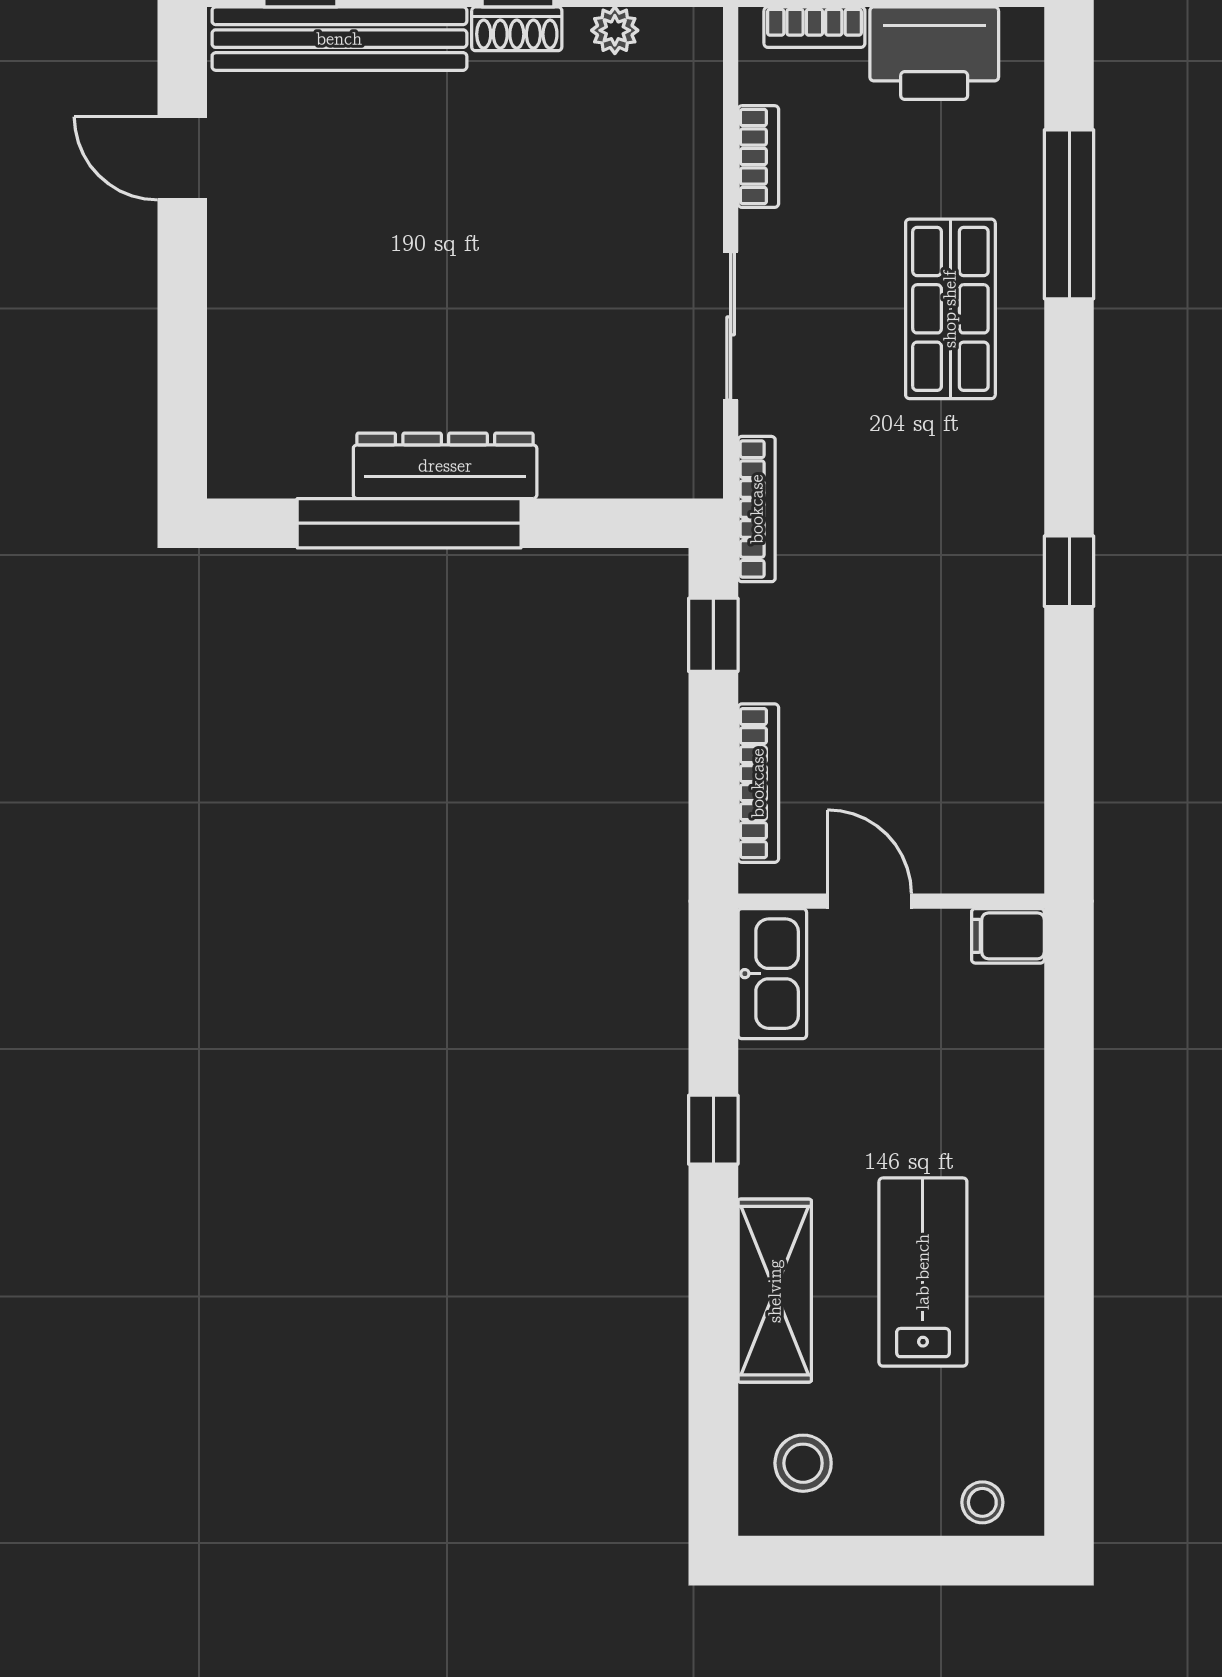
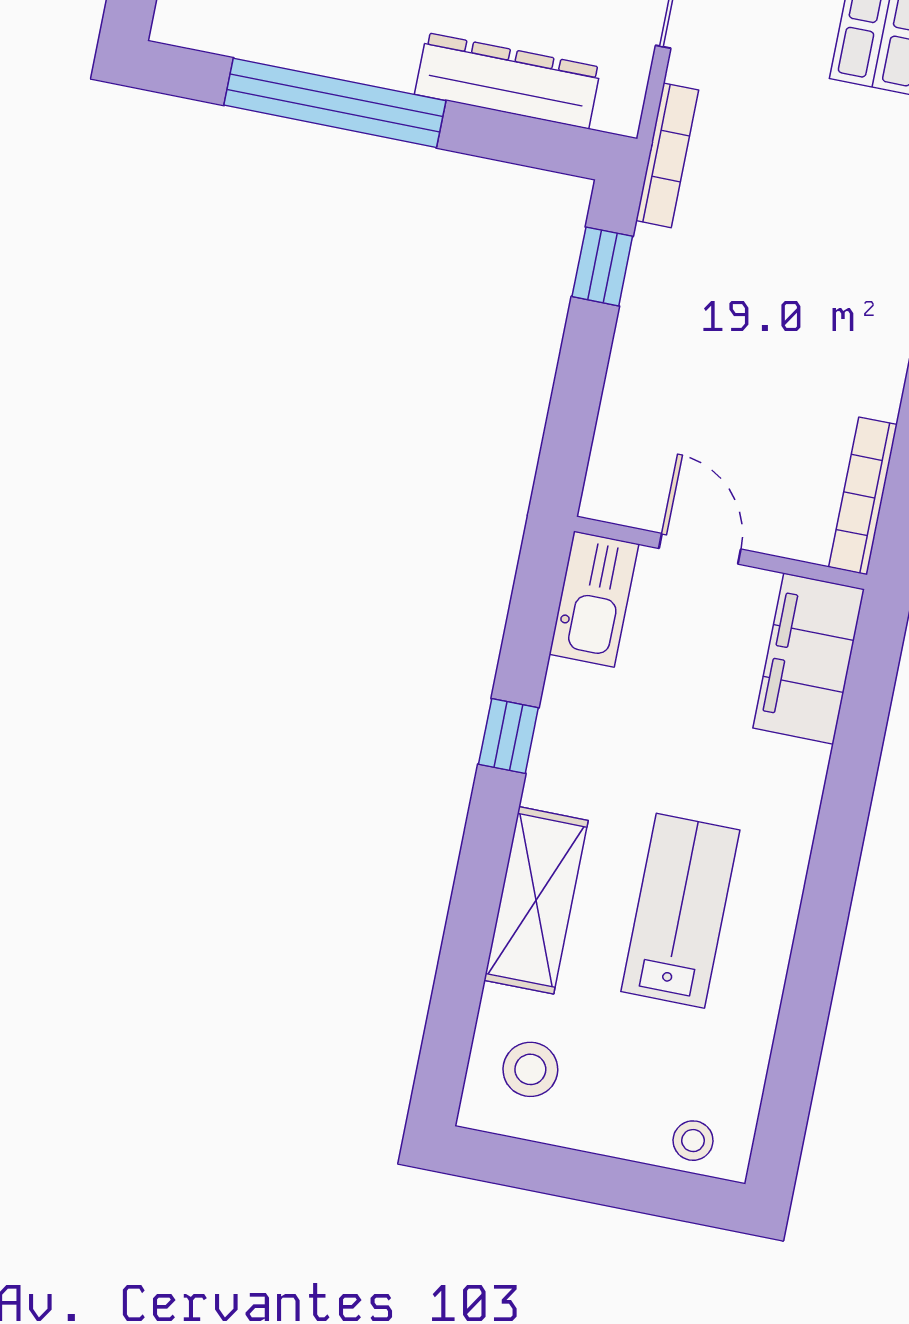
dresser: (445, 466) -> (508, 81), moved
bookcase: (758, 783) -> (863, 496), moved, turned 180
filing cabinet: (1008, 936) -> (809, 659), width x3.00, depth x1.17

